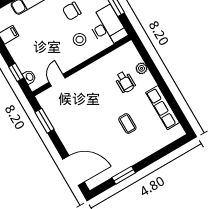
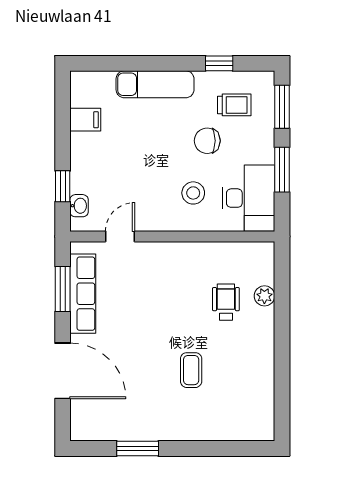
wheelchair: (125, 82) -> (226, 302), turned 180
row of seats: (163, 108) -> (83, 294), moved, turned 180
door: (74, 171) -> (63, 371), moved

